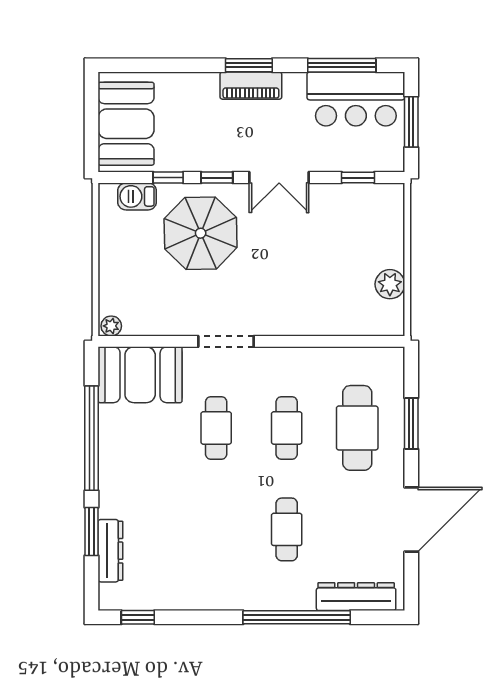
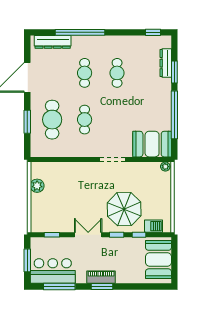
cafe table: (216, 428) -> (117, 73), moved

